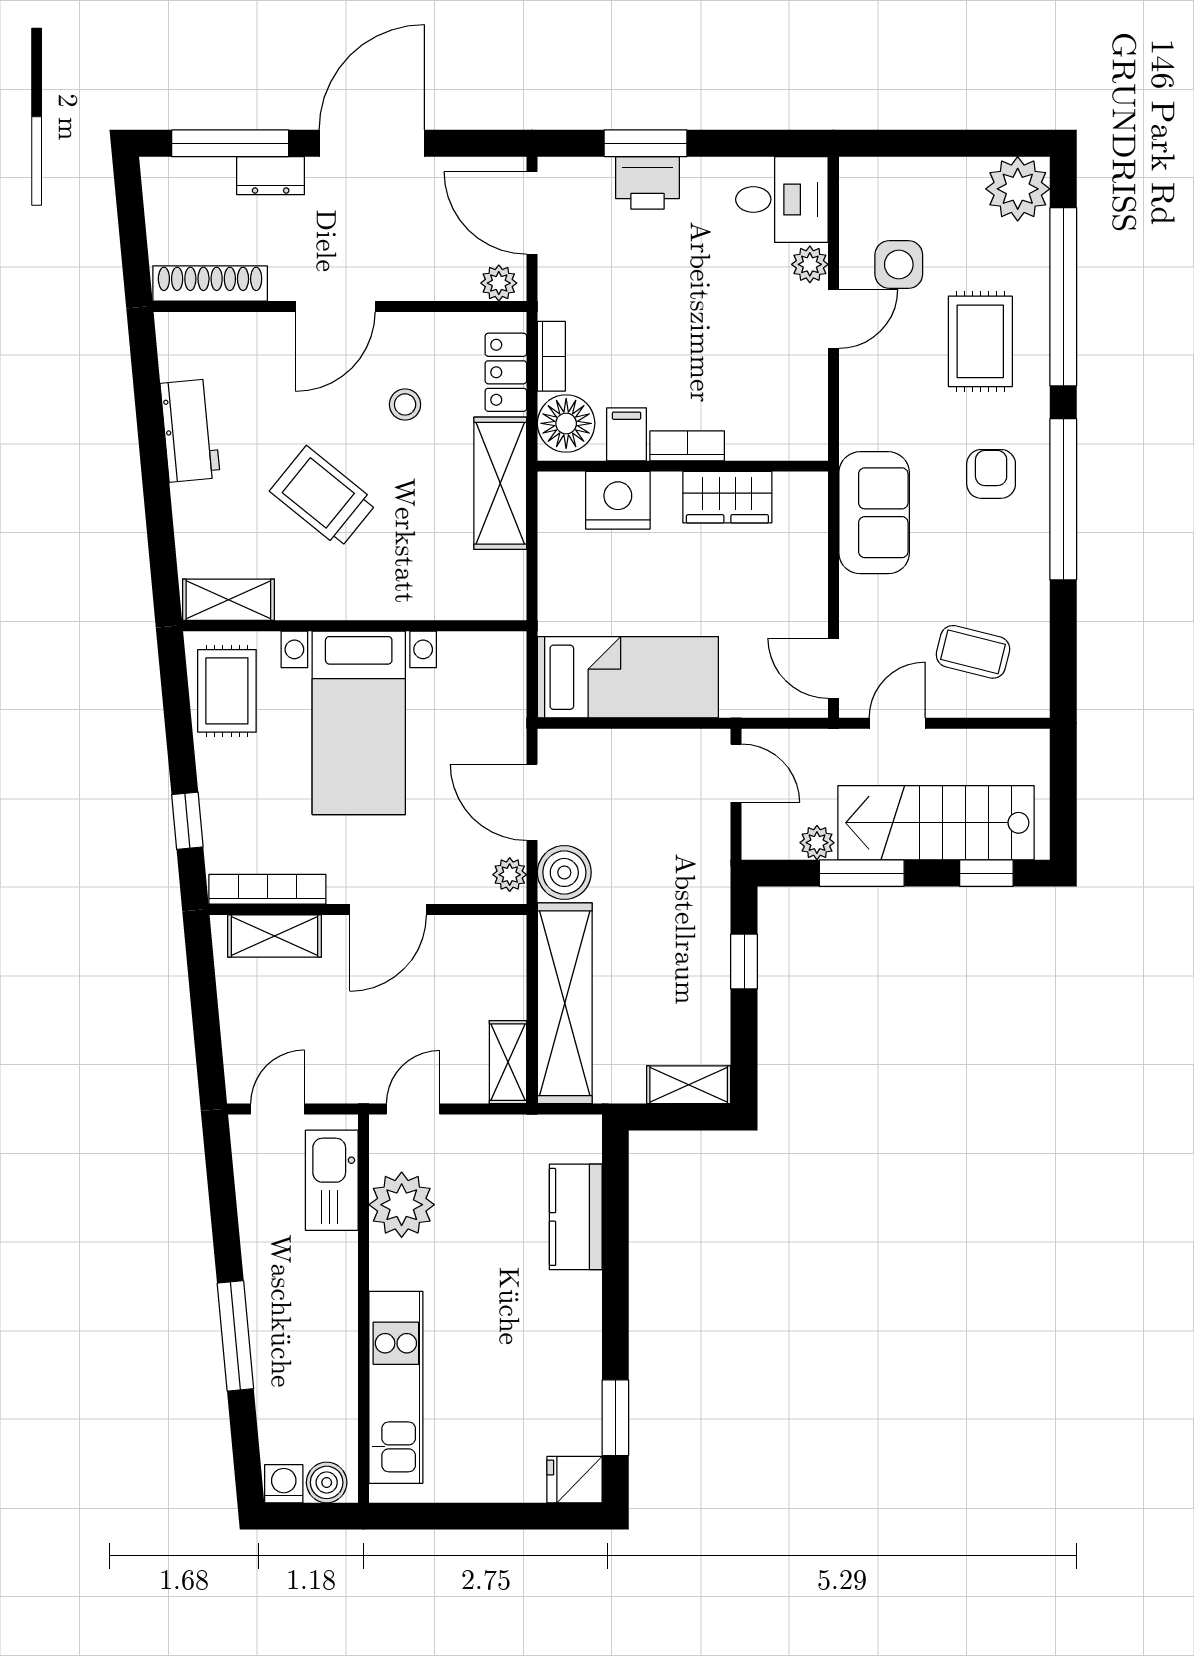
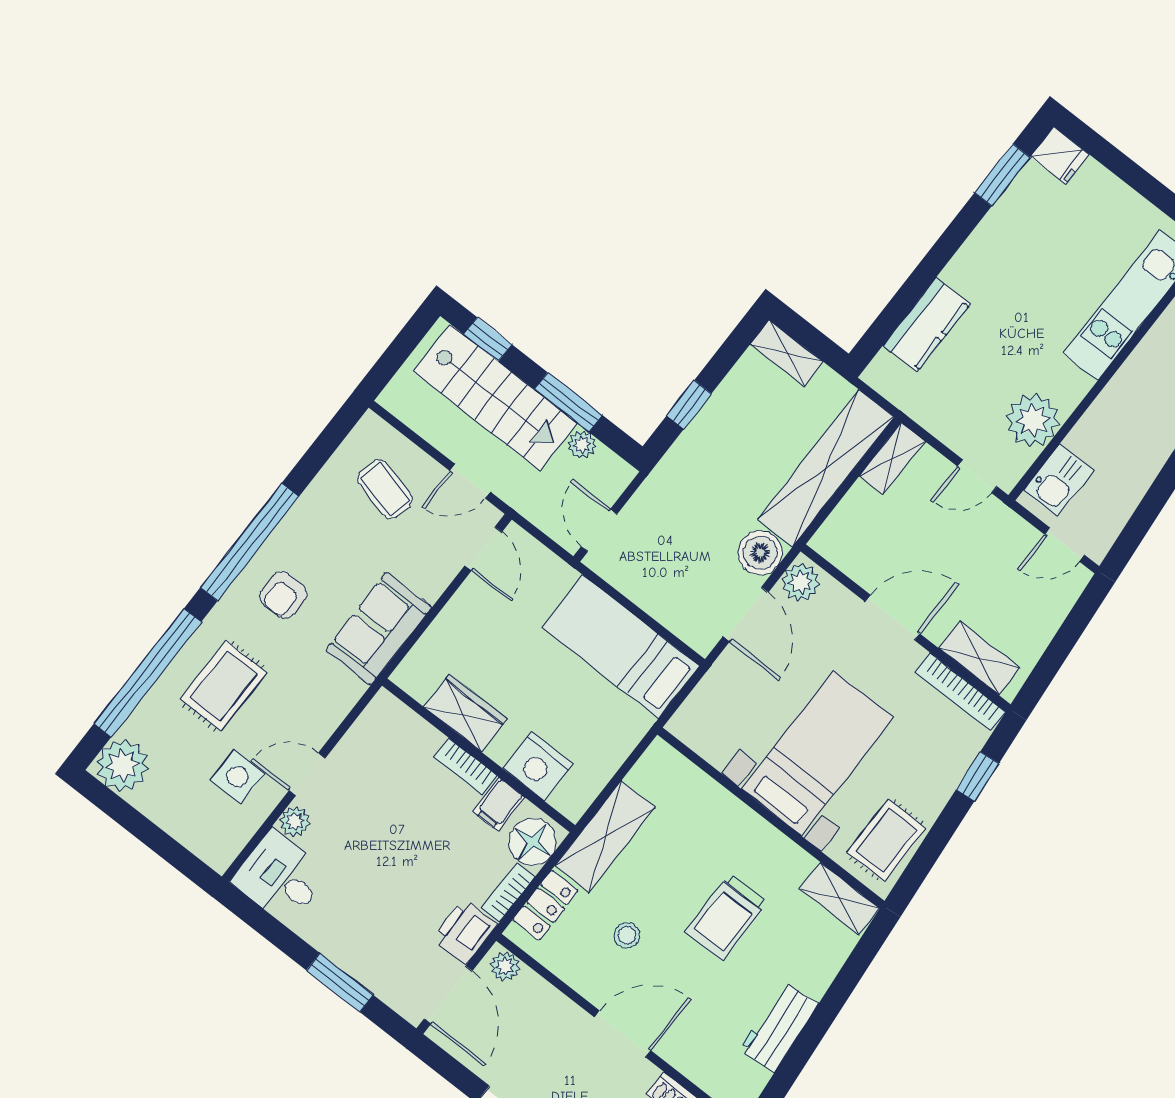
printer: (647, 183) -> (465, 932), moved, turned -90
trolley: (323, 497) -> (726, 917), turned 51
plant: (510, 875) -> (801, 582), width x1.38, depth x1.38
kitchen sink: (332, 1180) -> (1059, 480), width x0.73

